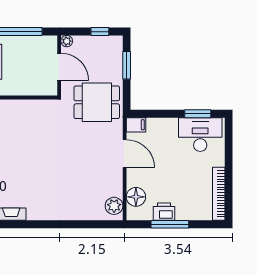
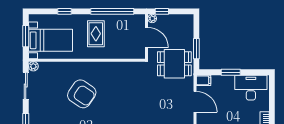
window: (100, 32) -> (162, 11), moved
window: (127, 65) -> (196, 49), moved
window: (198, 114) -> (231, 72), moved

